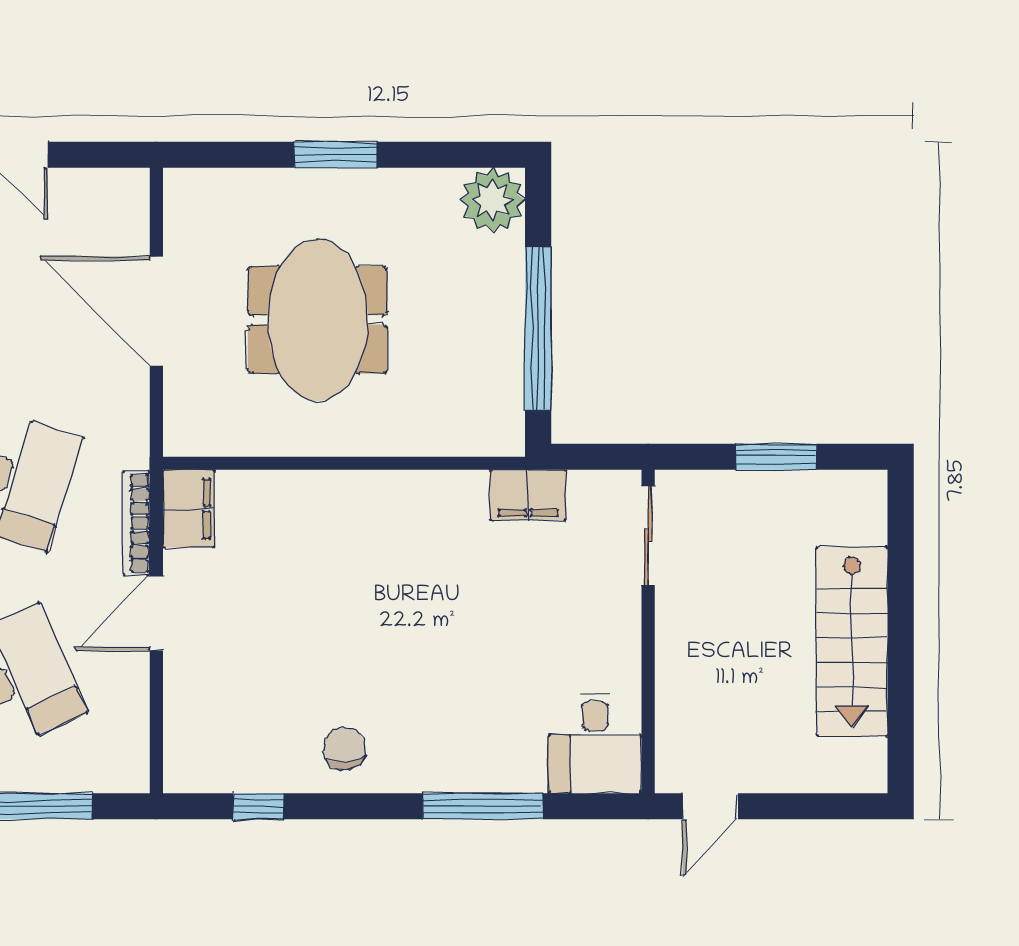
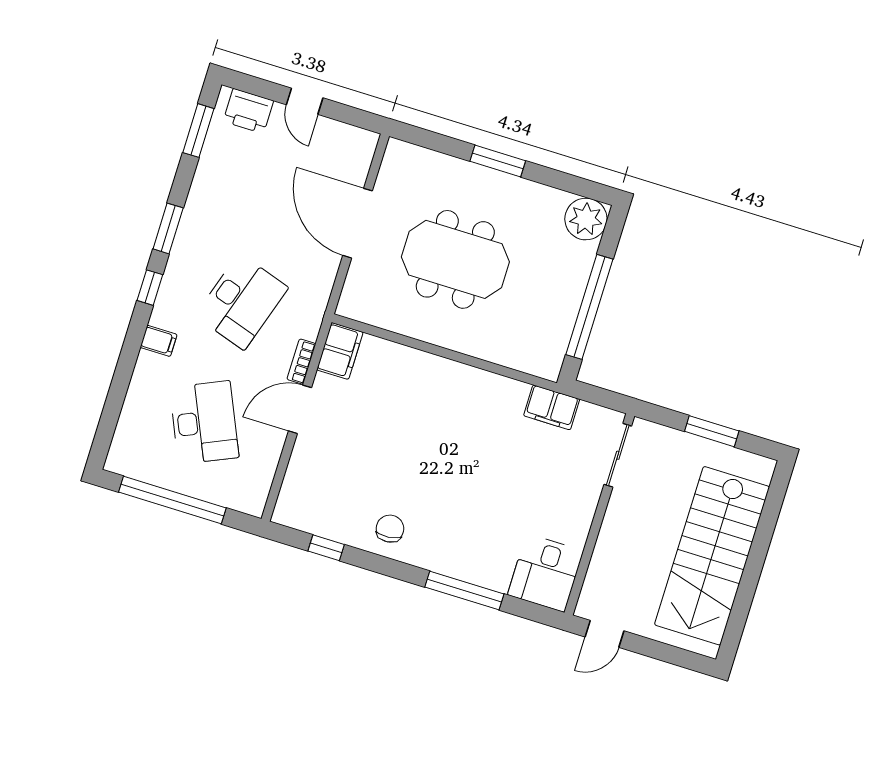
meeting table: (318, 320) -> (455, 259), turned 90
bookcase: (136, 523) -> (301, 362), width x0.64
stairs: (852, 641) -> (712, 556), width x1.36, depth x1.51

